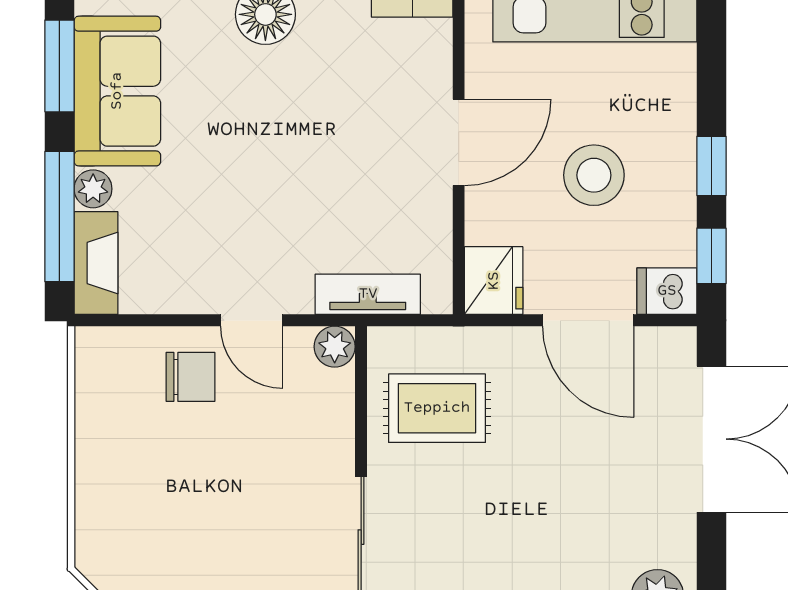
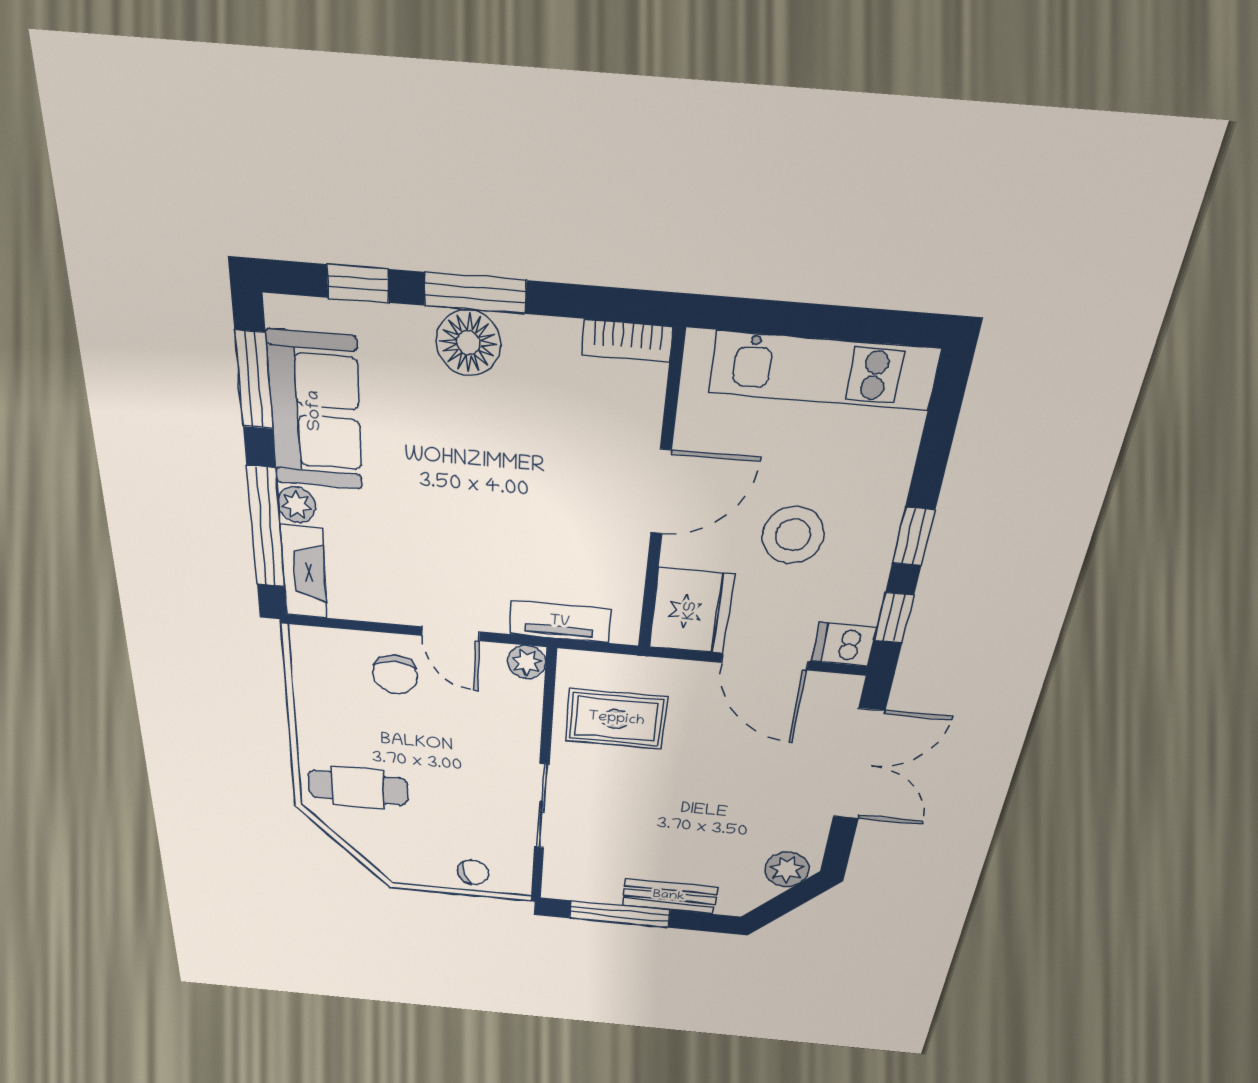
fridge: (494, 281) -> (691, 611), width x1.36, depth x1.34
chair: (191, 377) -> (395, 674), turned 90
cafe table: (144, 535) -> (358, 788), added

